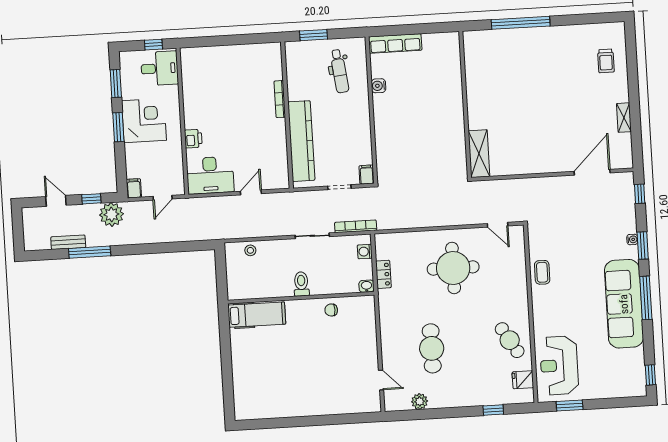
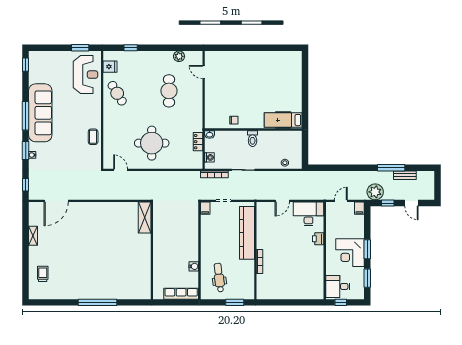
wall: (465, 104) -> (152, 251), moved
shelving: (479, 154) -> (145, 218), moved

